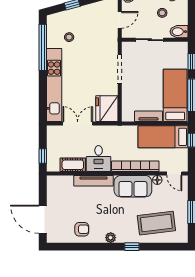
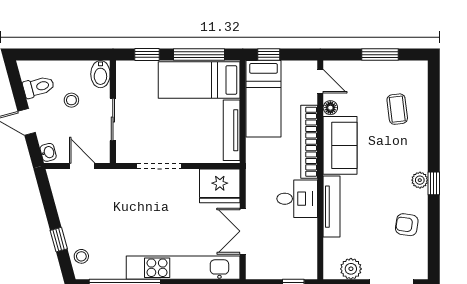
stool: (69, 37) -> (81, 256), moved
tv unit: (148, 116) -> (232, 130), width x1.41
cot: (73, 165) -> (307, 239), removed
door: (174, 173) -> (320, 81), hinge flipped
plant: (53, 193) -> (351, 269), added
coffee table: (156, 223) -> (397, 109), width x0.54, depth x0.58
armchair: (82, 229) -> (407, 225), turned -82
window: (132, 247) -> (434, 183), moved

